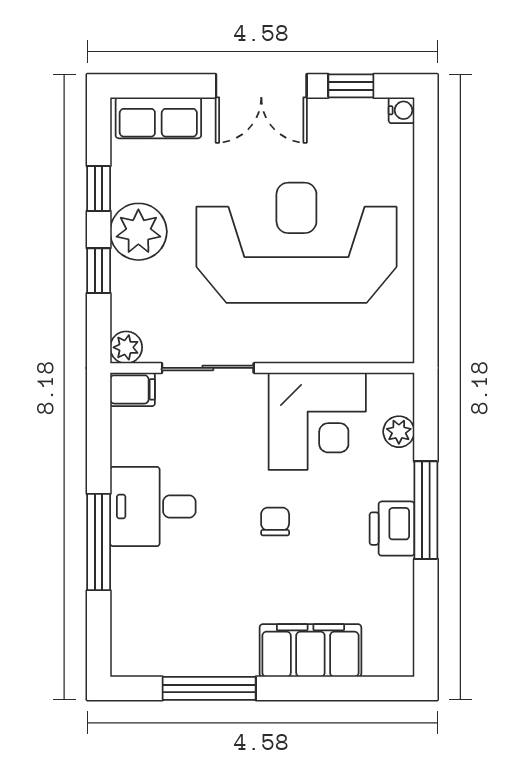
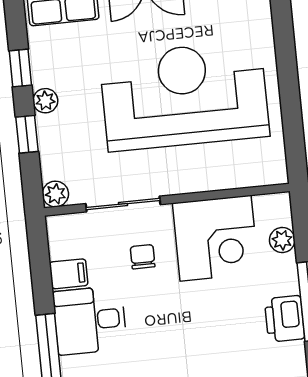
plant: (138, 232) -> (45, 101), width x0.53, depth x0.53
filing cabinet: (133, 389) -> (69, 274), moved
chair: (275, 521) -> (143, 257), moved

